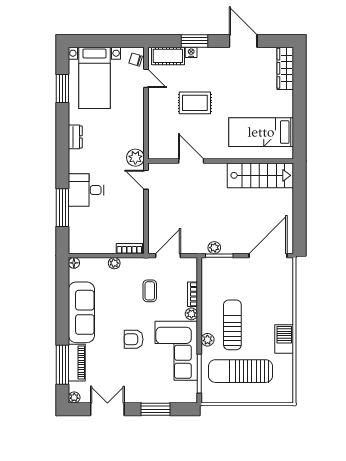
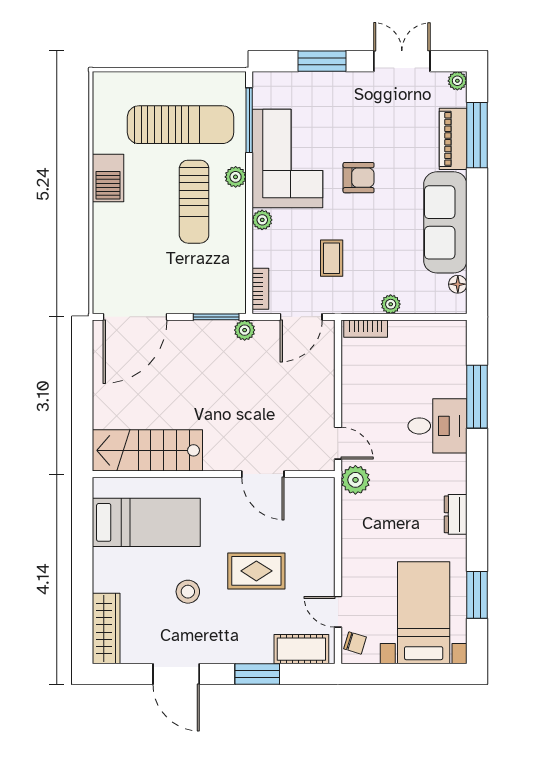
nightstand: (191, 52) -> (263, 655), removed
stool: (236, 90) -> (188, 592), added
plant: (214, 248) -> (245, 330), moved
floor lamp: (74, 263) -> (458, 284), moved
bookcase: (192, 294) -> (260, 289), moved
double door: (107, 409) -> (402, 61), swing flipped

